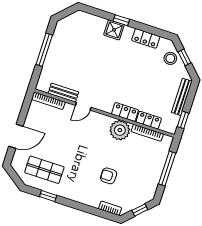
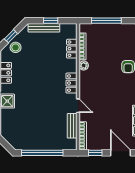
window: (44, 50) -> (42, 153), width x1.46
window: (25, 108) -> (95, 153), added
locker: (125, 112) -> (71, 83), moved
window: (183, 120) -> (51, 21), moved
plant: (120, 130) -> (84, 65), width x0.53, depth x0.53

